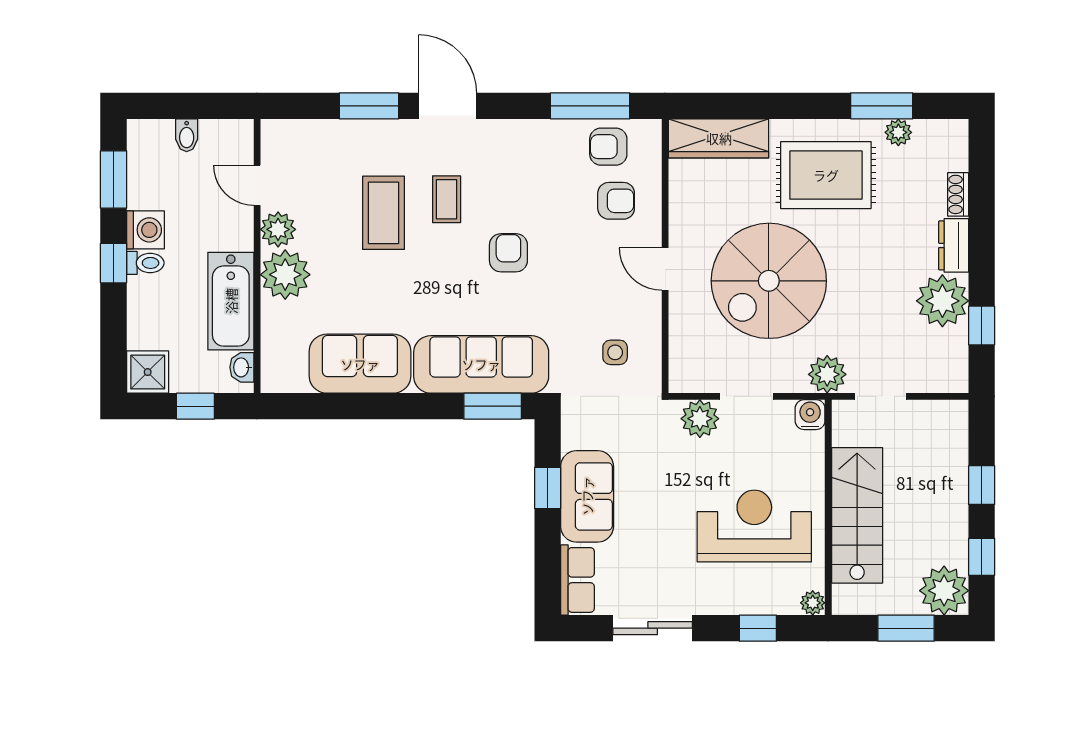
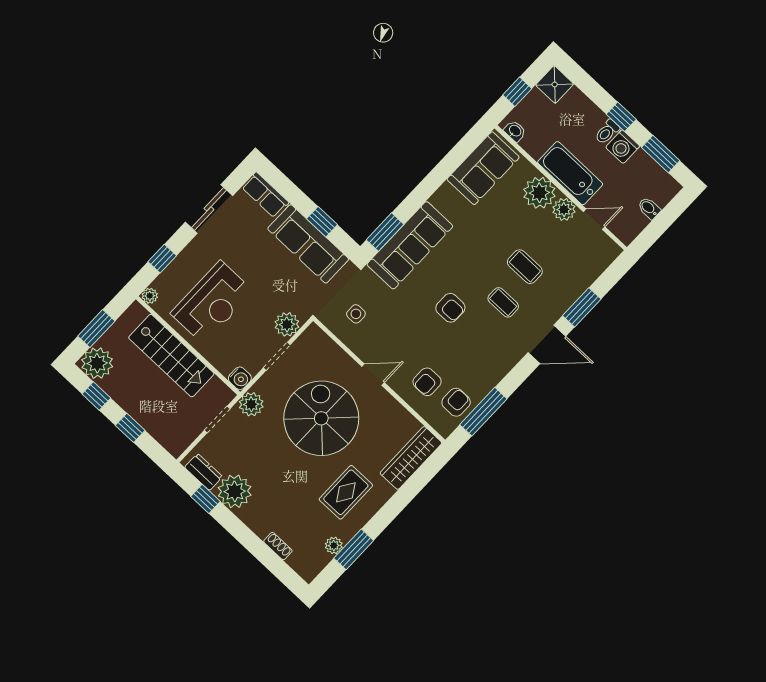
rug: (826, 175) -> (346, 492), width x0.73, depth x0.70
coffee table: (384, 213) -> (525, 267), width x0.73, depth x0.77
dresser: (954, 245) -> (203, 472), moved
bathtub: (231, 301) -> (570, 173), moved
sofa: (360, 364) -> (483, 168), moved
sofa: (587, 496) -> (308, 244), width x1.36

